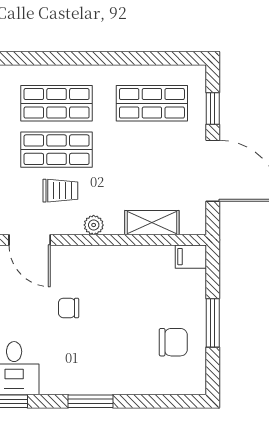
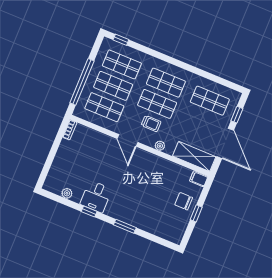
shelving: (152, 223) -> (194, 156), width x1.50, depth x1.33
chair: (69, 308) -> (133, 179), removed
window: (213, 323) -> (196, 213), width x0.67
chair: (173, 342) -> (184, 201), moved, turned 180

